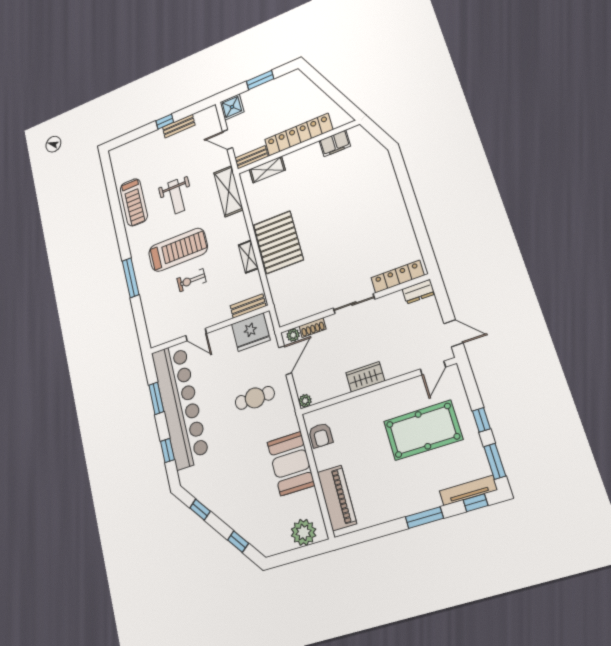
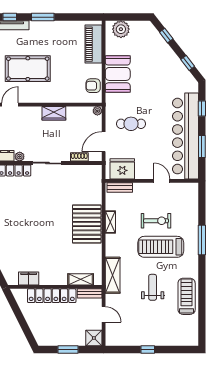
bench: (179, 126) -> (138, 341), removed
exercise bike: (191, 280) -> (156, 221), width x1.38, depth x1.39
plant: (293, 335) -> (20, 157), moved
armchair: (321, 435) -> (93, 86), turned -90

